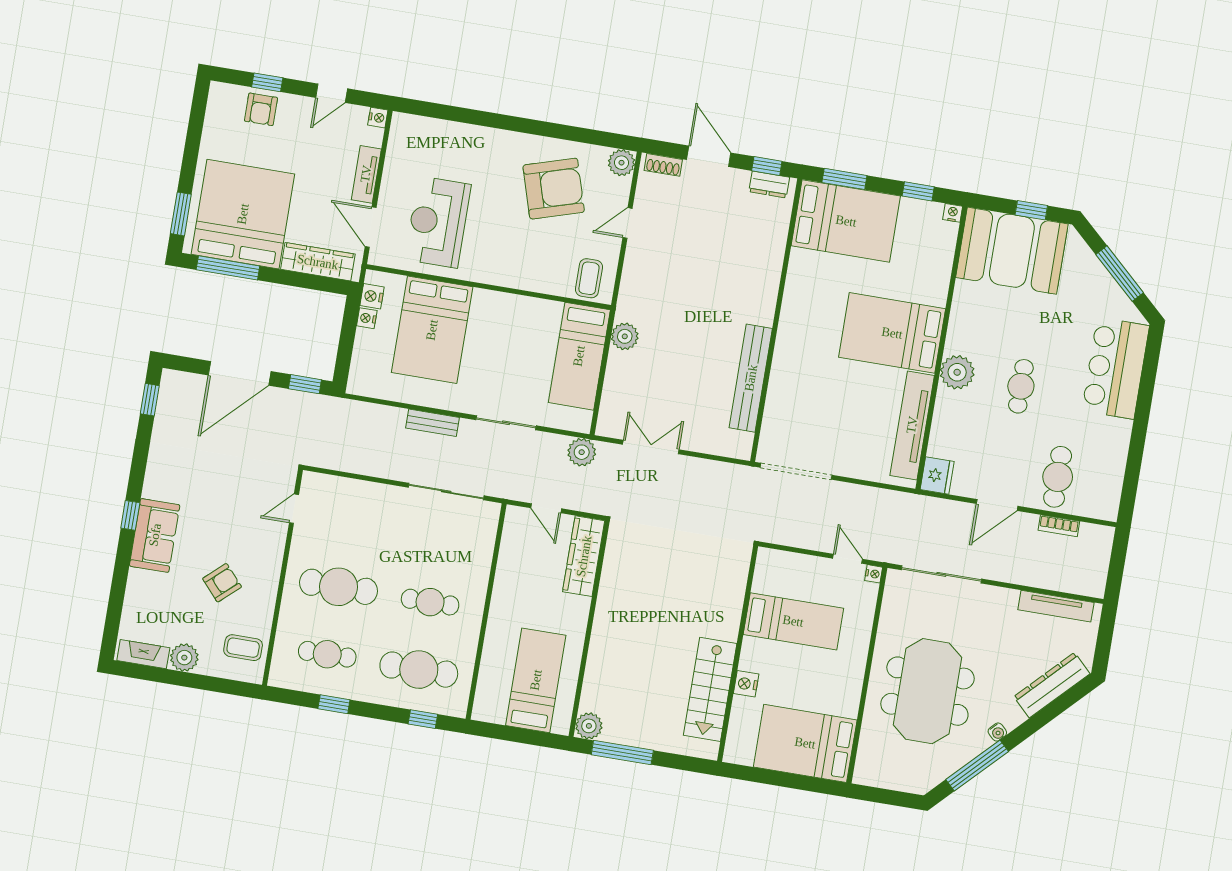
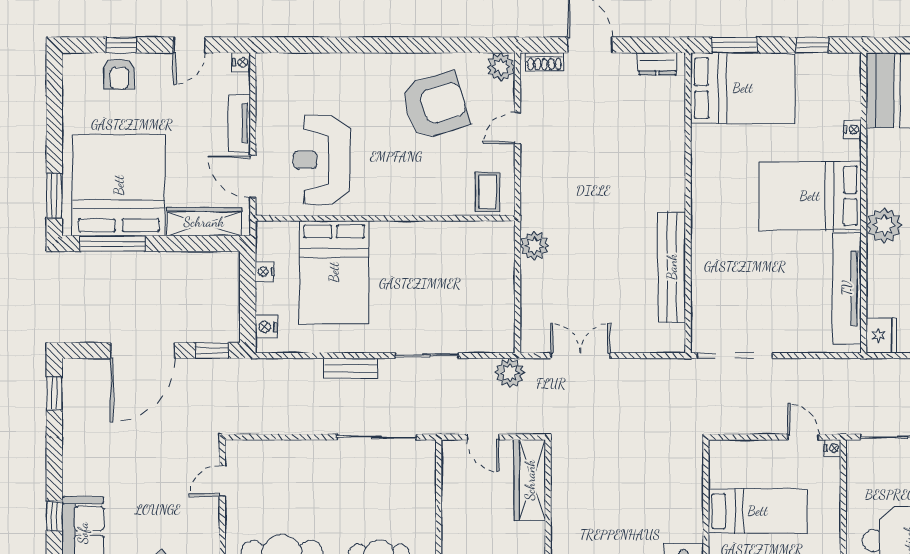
window: (767, 166) -> (652, 45), removed
nightstand: (953, 213) -> (852, 129), moved, turned 90
nightstand: (372, 296) -> (266, 327), moved
bed: (579, 356) -> (491, 274), removed

